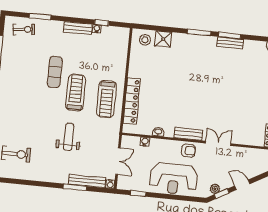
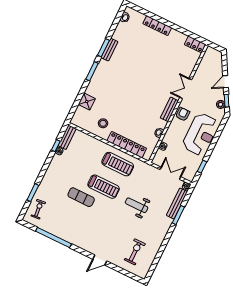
bench: (78, 28) -> (67, 137), moved
stool: (145, 40) -> (103, 123), moved
treadmill: (76, 93) -> (104, 187), turned 180

